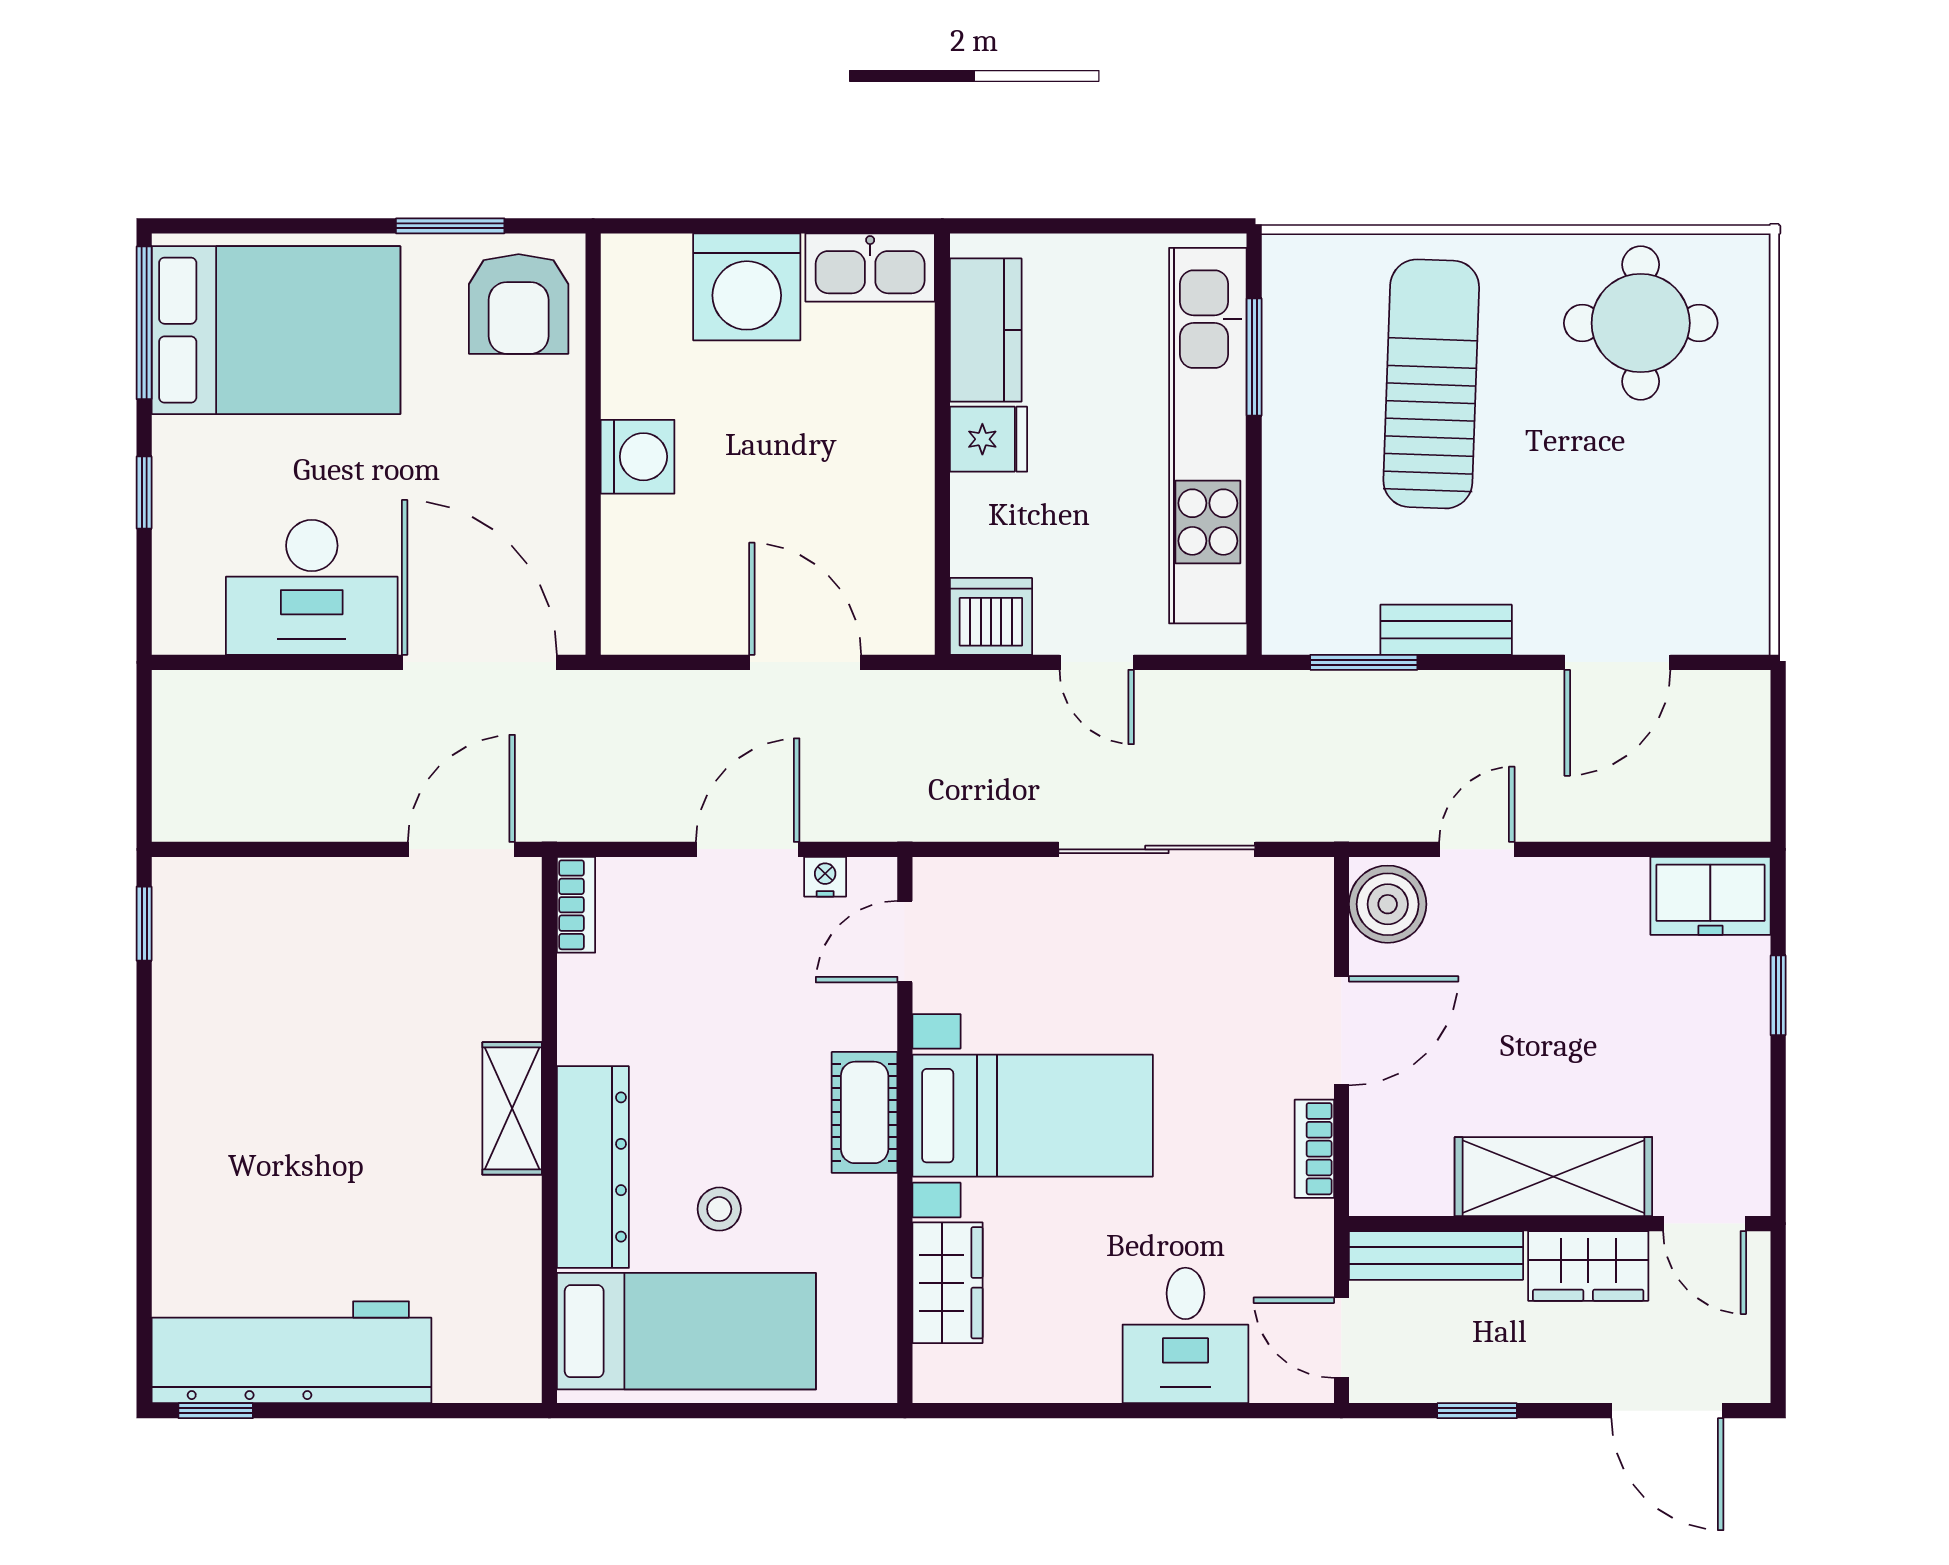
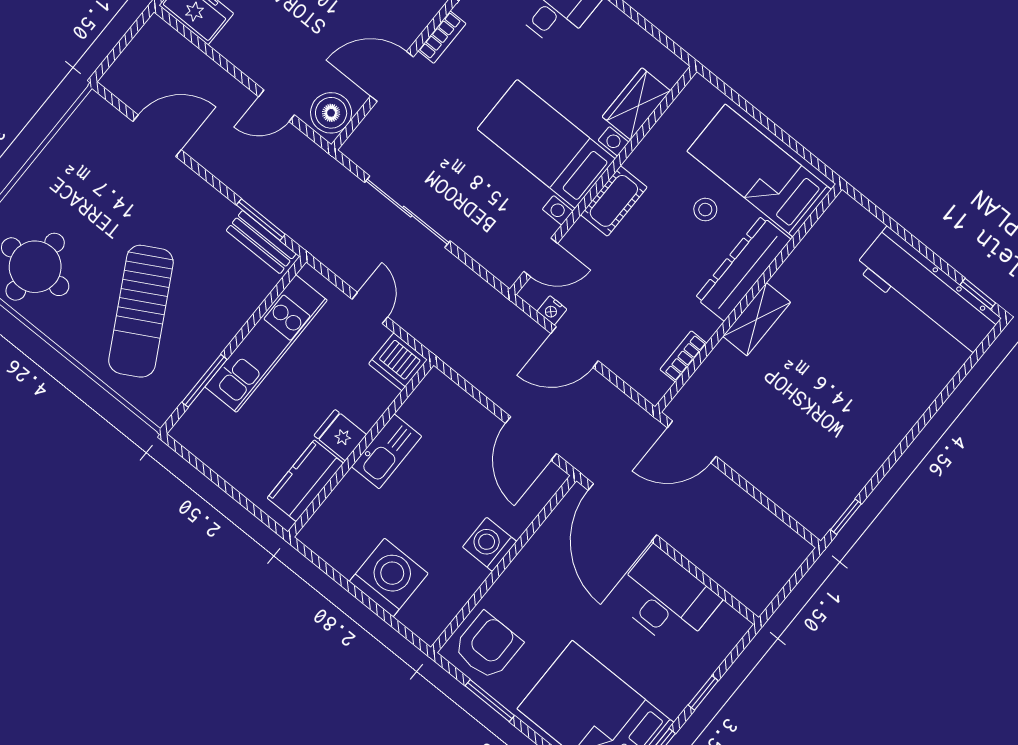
kitchen sink: (870, 267) -> (387, 451), moved, turned 90
sun lounger: (1431, 384) -> (141, 311), turned -31
kitchen unit: (1208, 436) -> (266, 343), width x0.73
bench: (1446, 630) -> (261, 242), moved
door: (805, 662) -> (531, 438), moved
bookcase: (576, 905) -> (683, 356), moved

